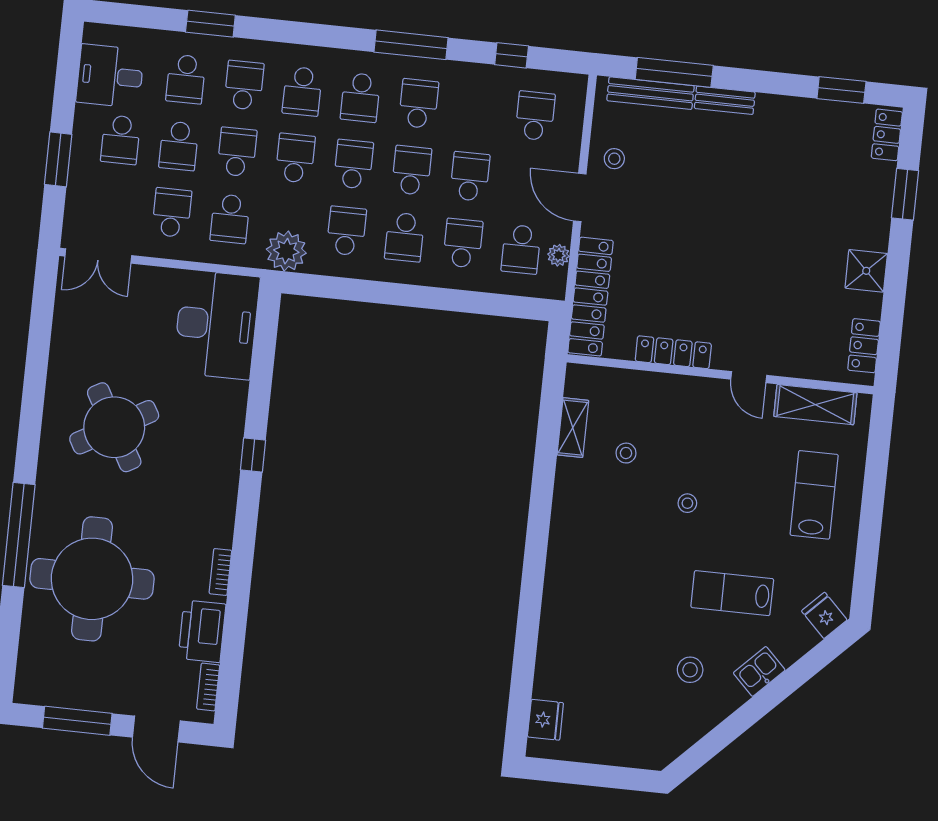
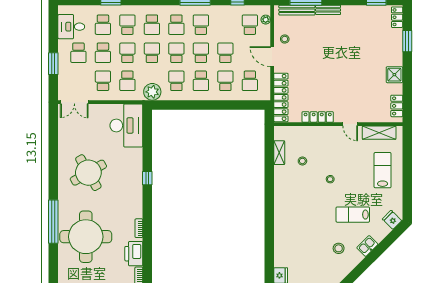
plant: (558, 255) -> (266, 20), moved

